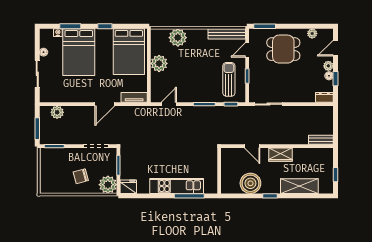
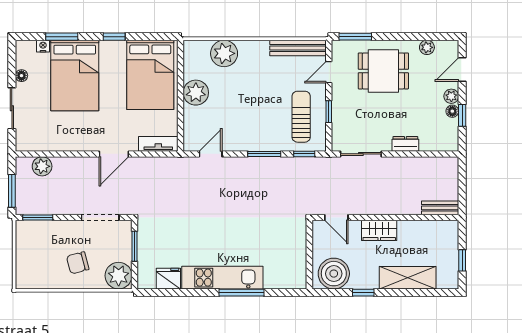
dresser: (324, 97) -> (405, 144), moved
wall: (219, 171) -> (309, 255), moved
fridge: (128, 187) -> (168, 279), moved

